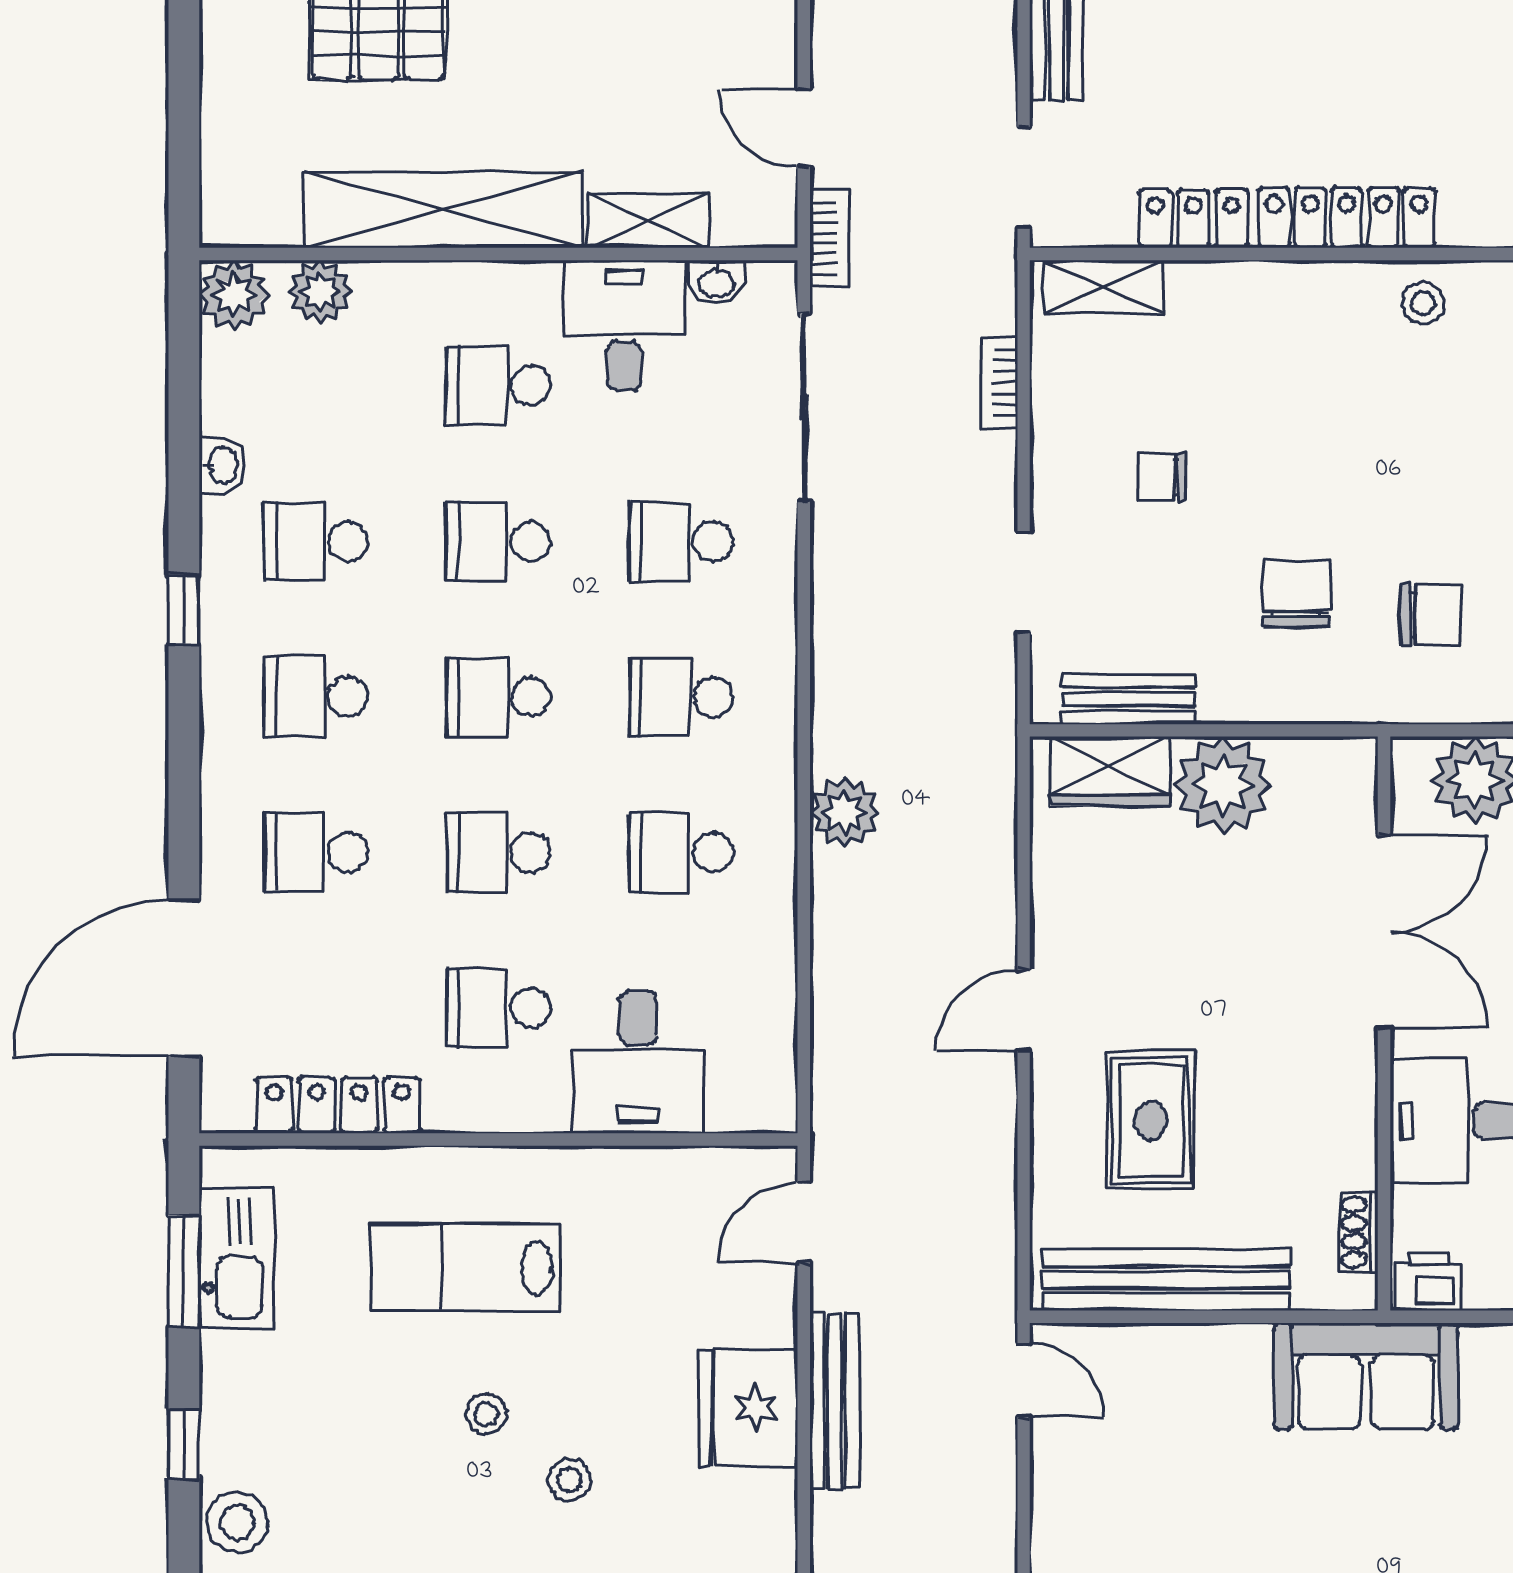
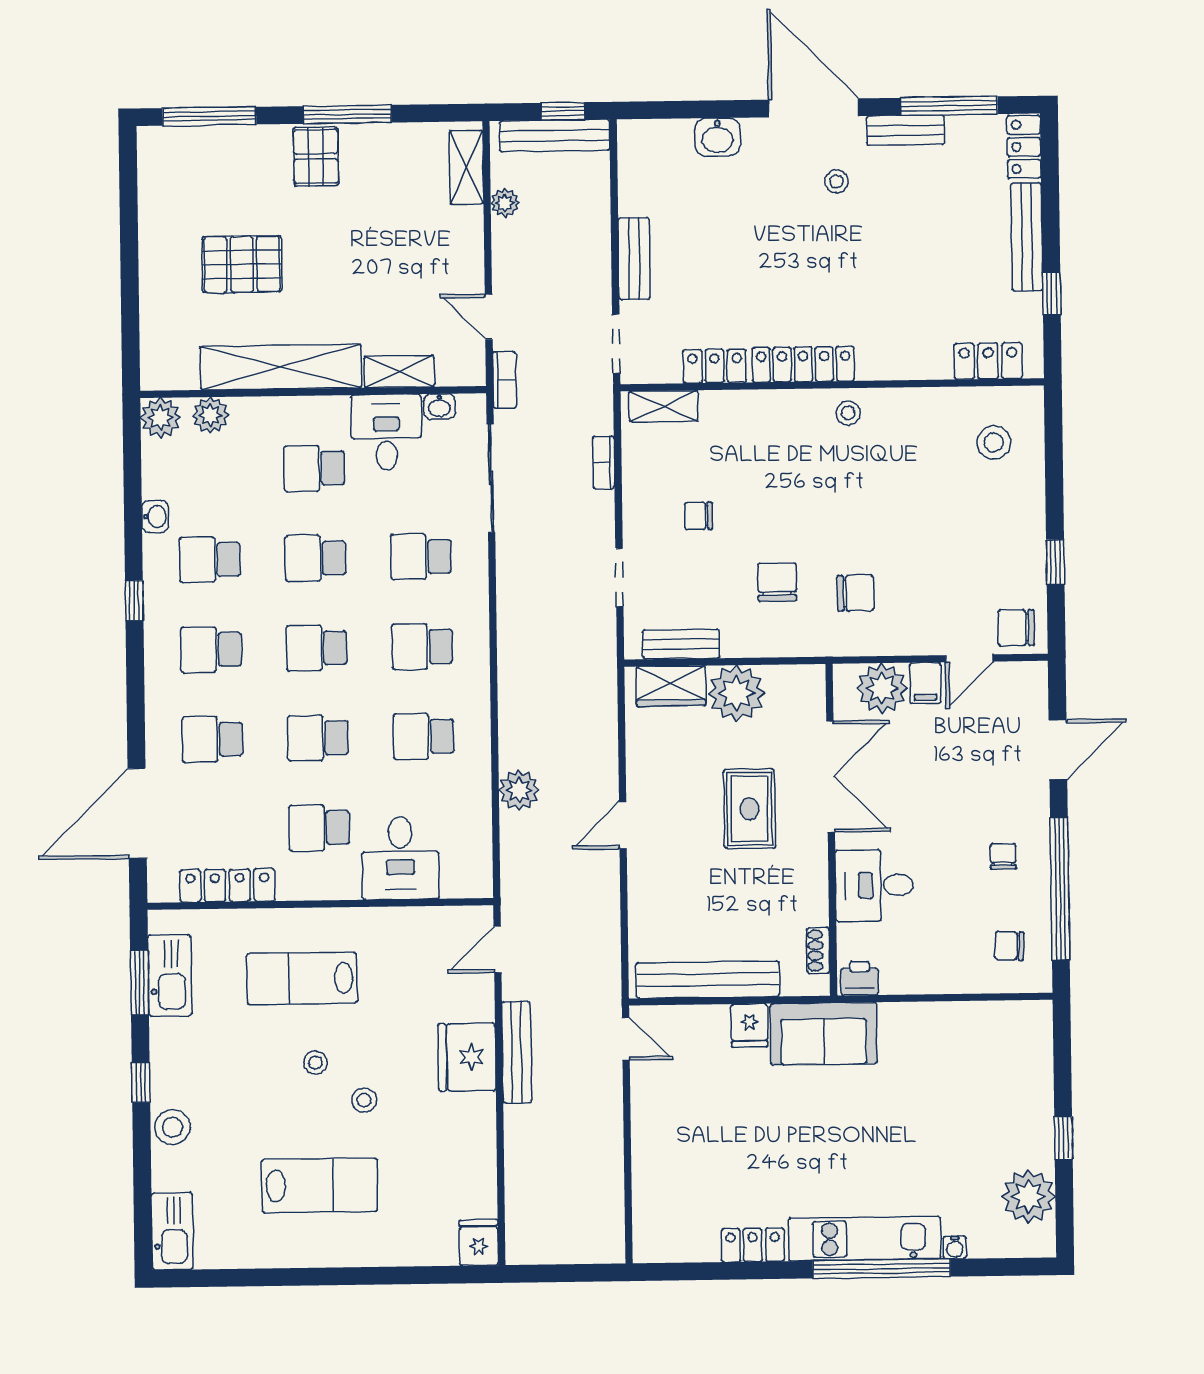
plant: (845, 813) -> (519, 790), moved
rug: (1151, 1121) -> (749, 809), moved
fridge: (1238, 1360) -> (749, 1026), added

